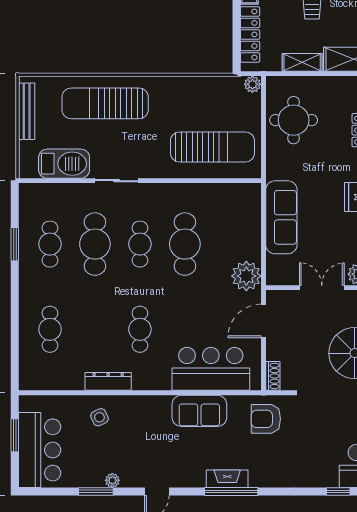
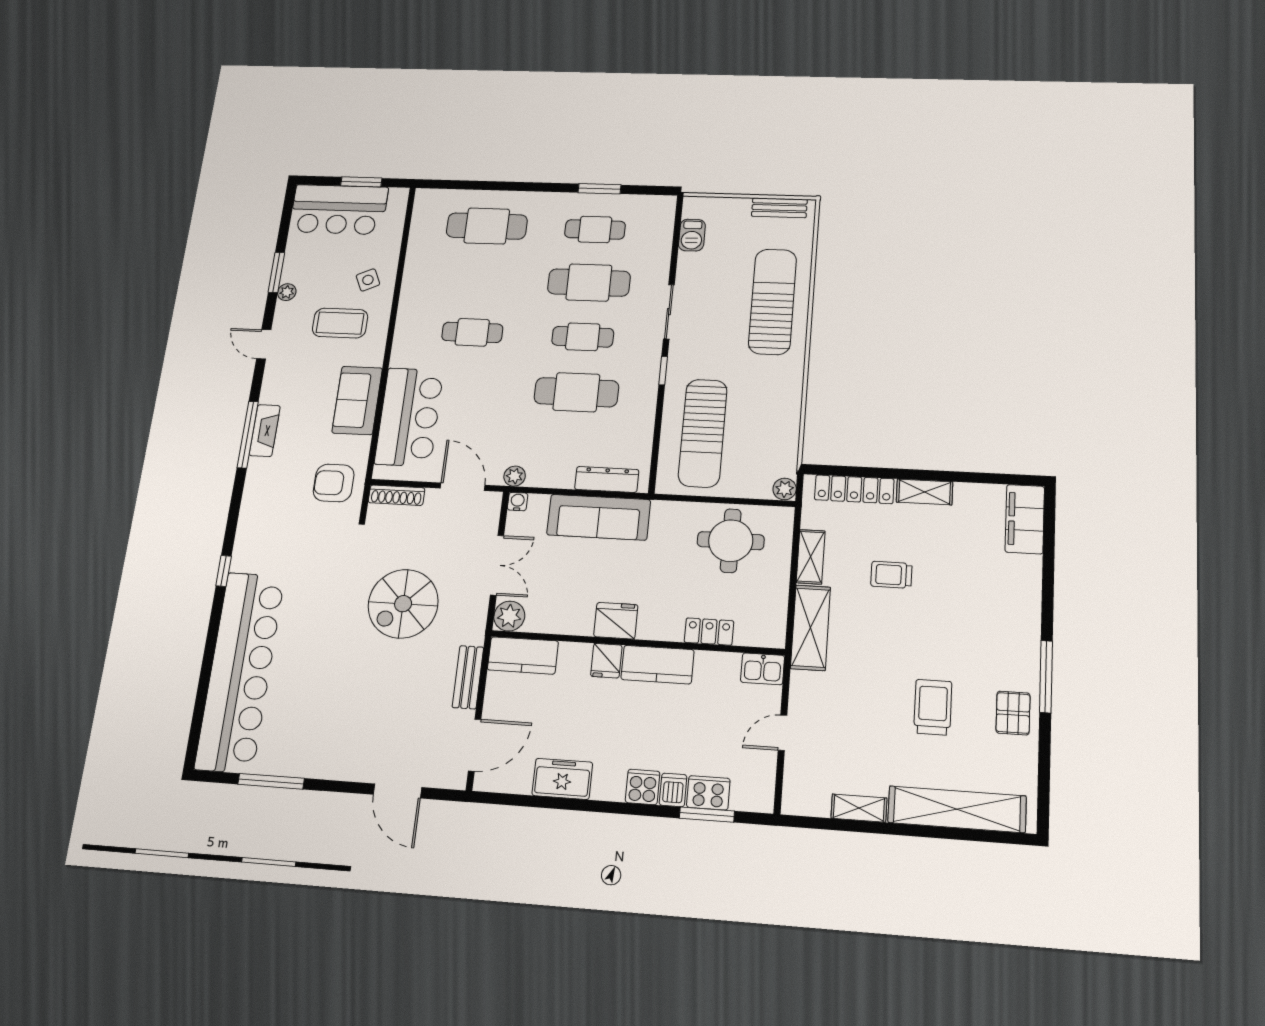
bench: (27, 111) -> (779, 208), width x0.73
barbecue: (64, 164) -> (692, 235), width x0.53, depth x0.65
window: (165, 181) -> (663, 371), added
plant: (246, 276) -> (515, 476), width x0.53, depth x0.53
water cooler: (273, 278) -> (518, 502), added
cafe table: (50, 329) -> (487, 226), width x1.37, depth x1.35
shoe rack: (273, 376) -> (396, 495), width x1.43
dresser: (108, 381) -> (607, 479), moved, turned -90
armchair: (266, 419) -> (334, 483), turned -90
coffee table: (137, 434) -> (340, 323), added

